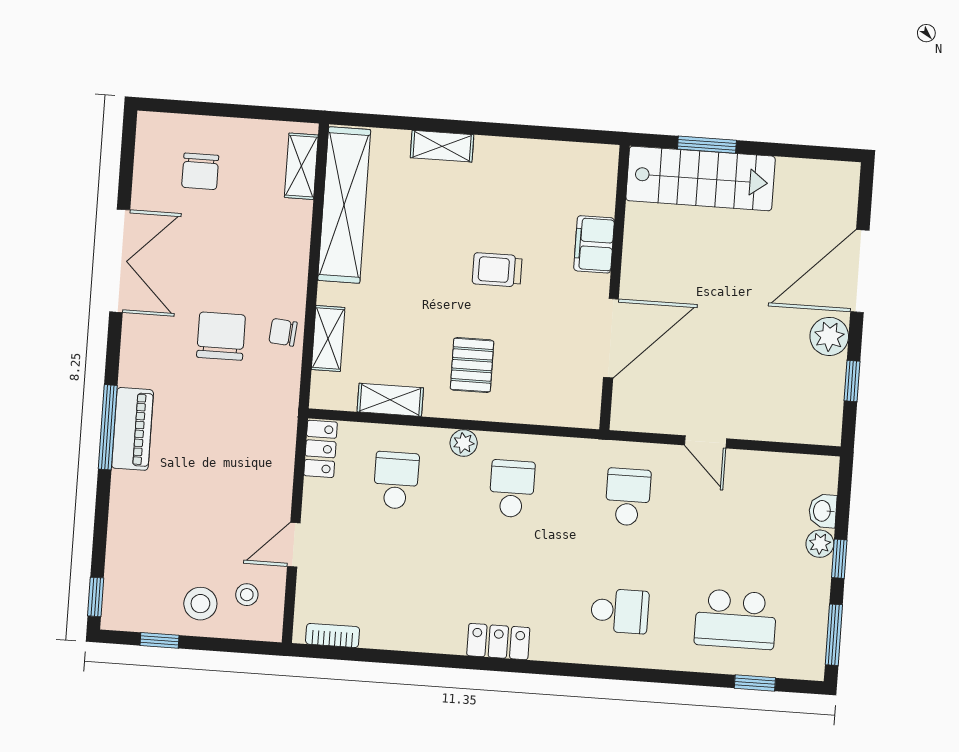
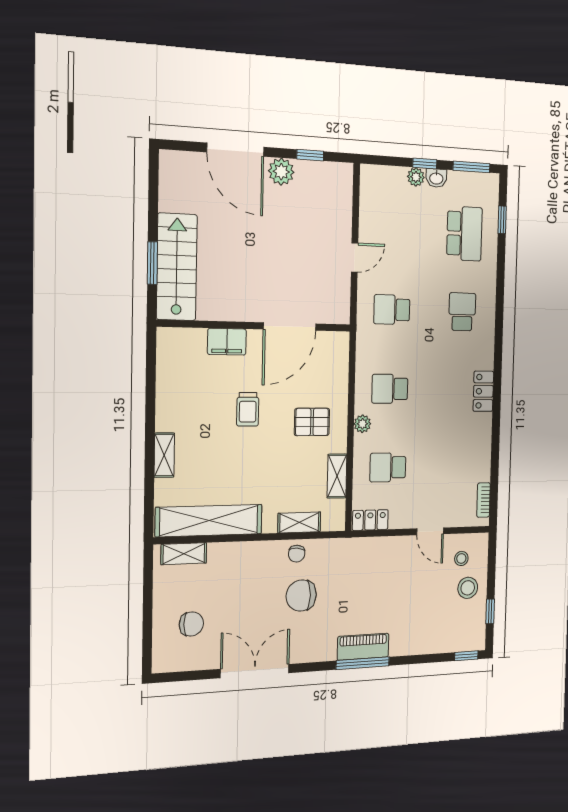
door: (611, 338) -> (290, 326), swing flipped
washbasin: (823, 511) -> (436, 178), moved

